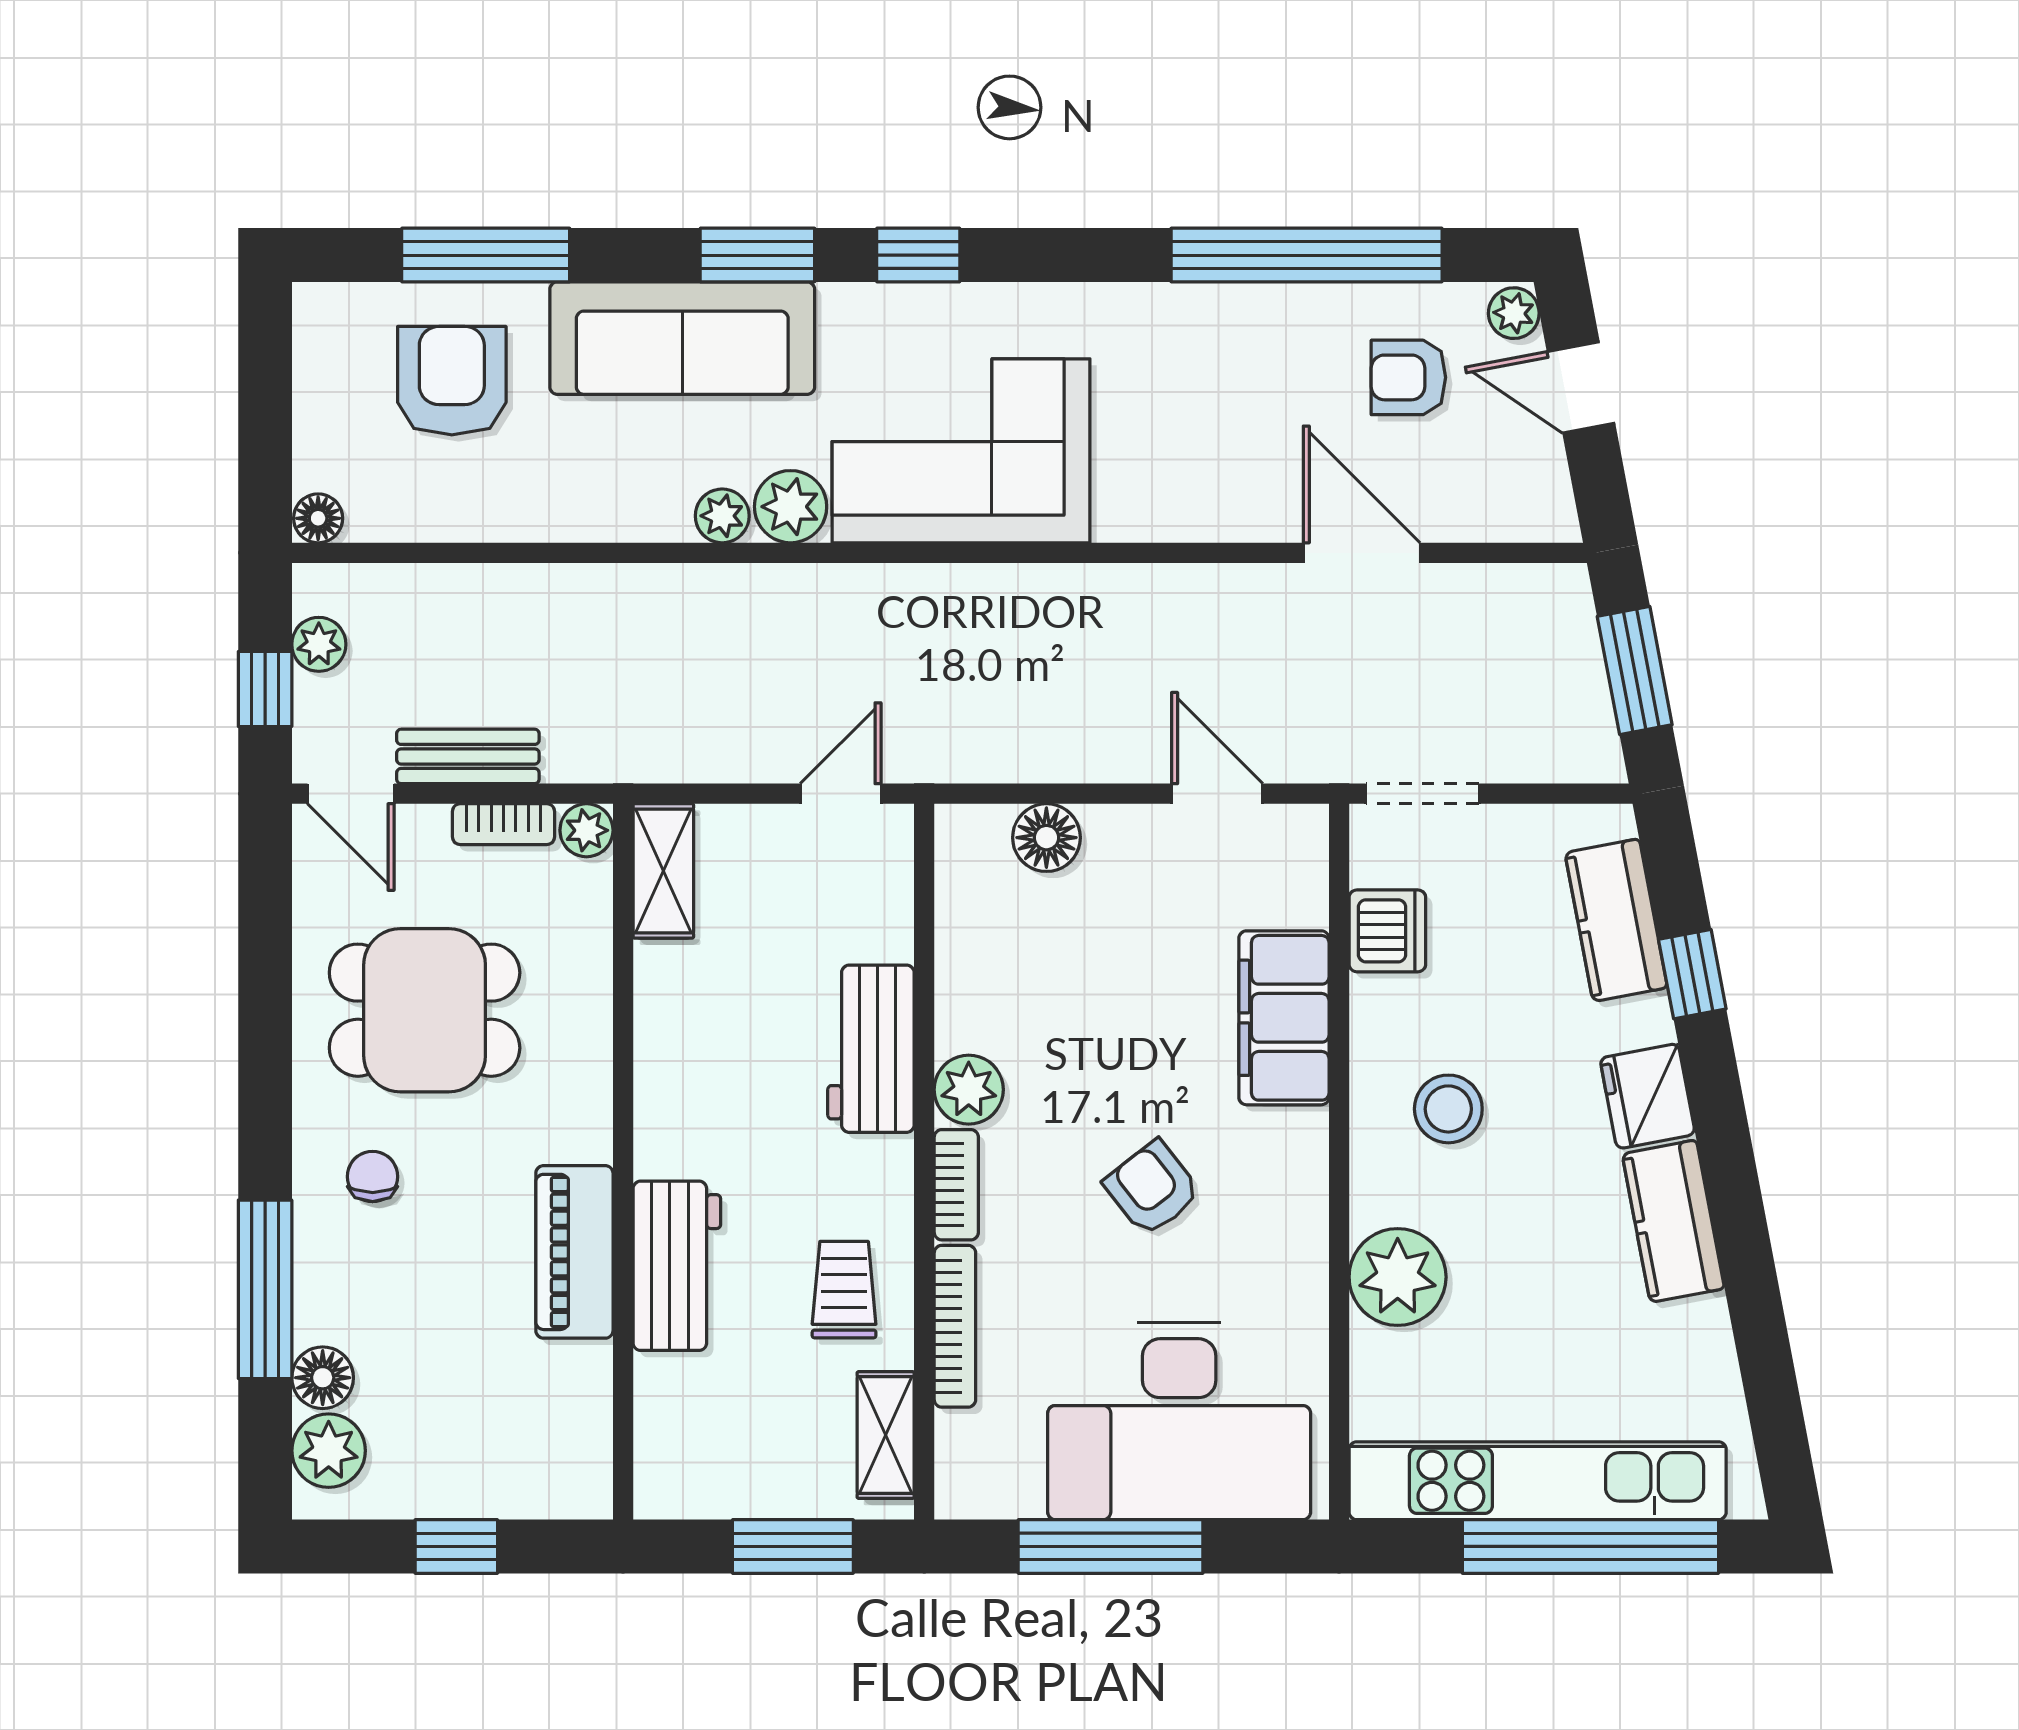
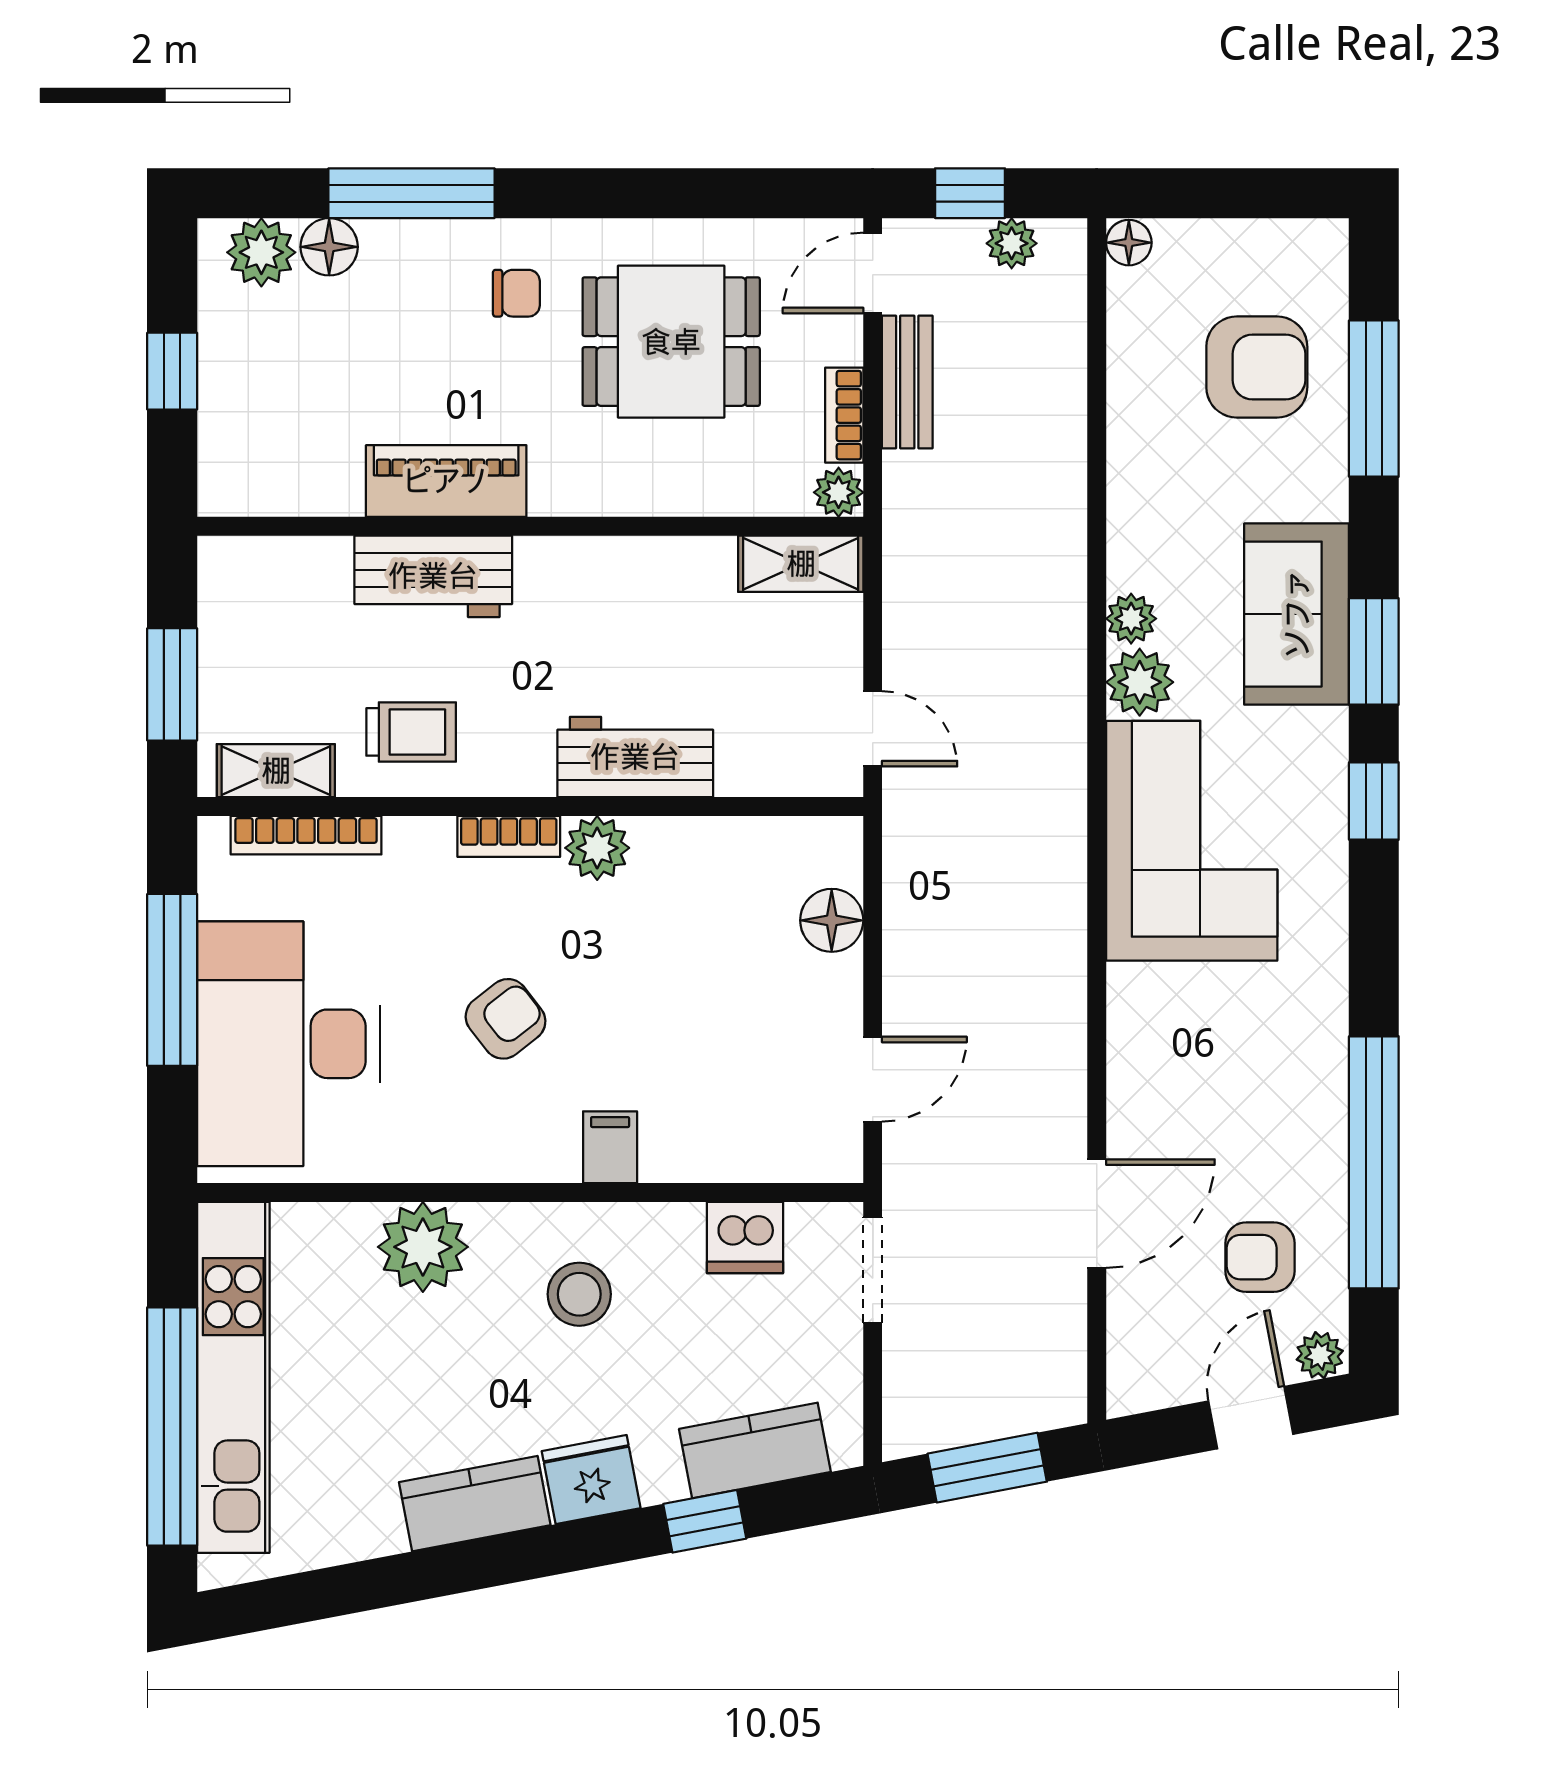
sofa: (682, 338) -> (1297, 614), width x0.73
armchair: (1408, 377) -> (1260, 1257), turned -90
dining table: (425, 1010) -> (671, 342), turned 90
filing cabinet: (1284, 1018) -> (610, 1147), width x0.33, depth x0.86
bookcase: (955, 1326) -> (306, 835), moved

